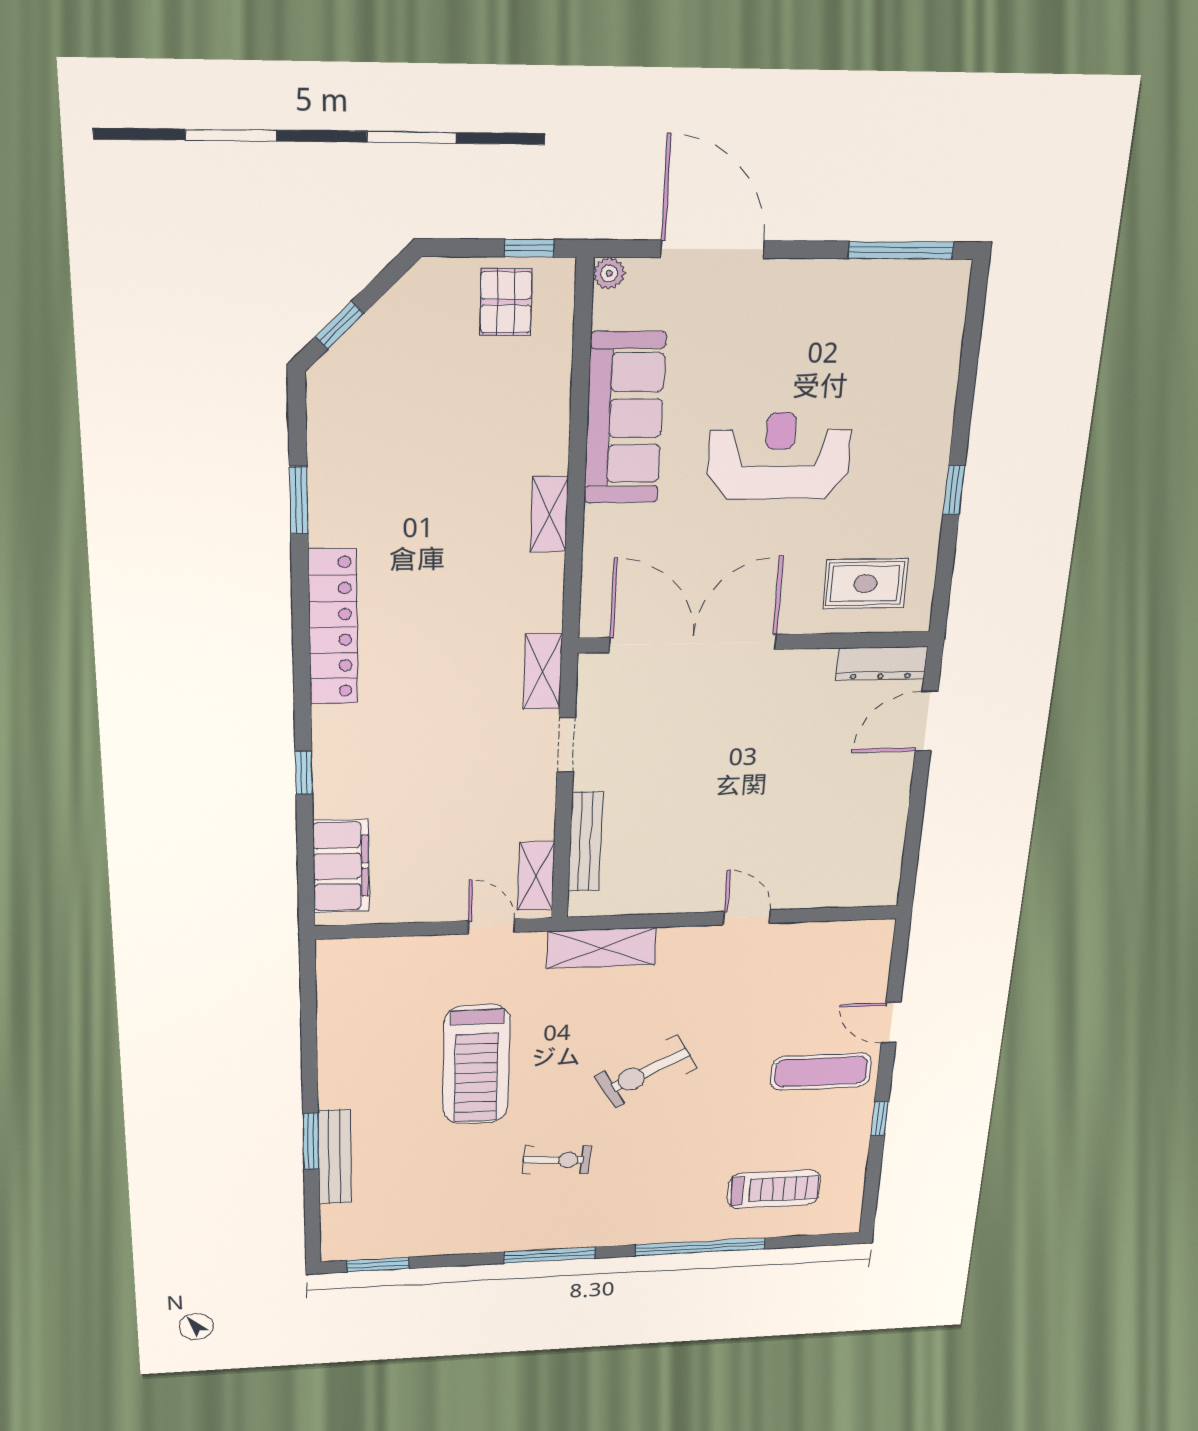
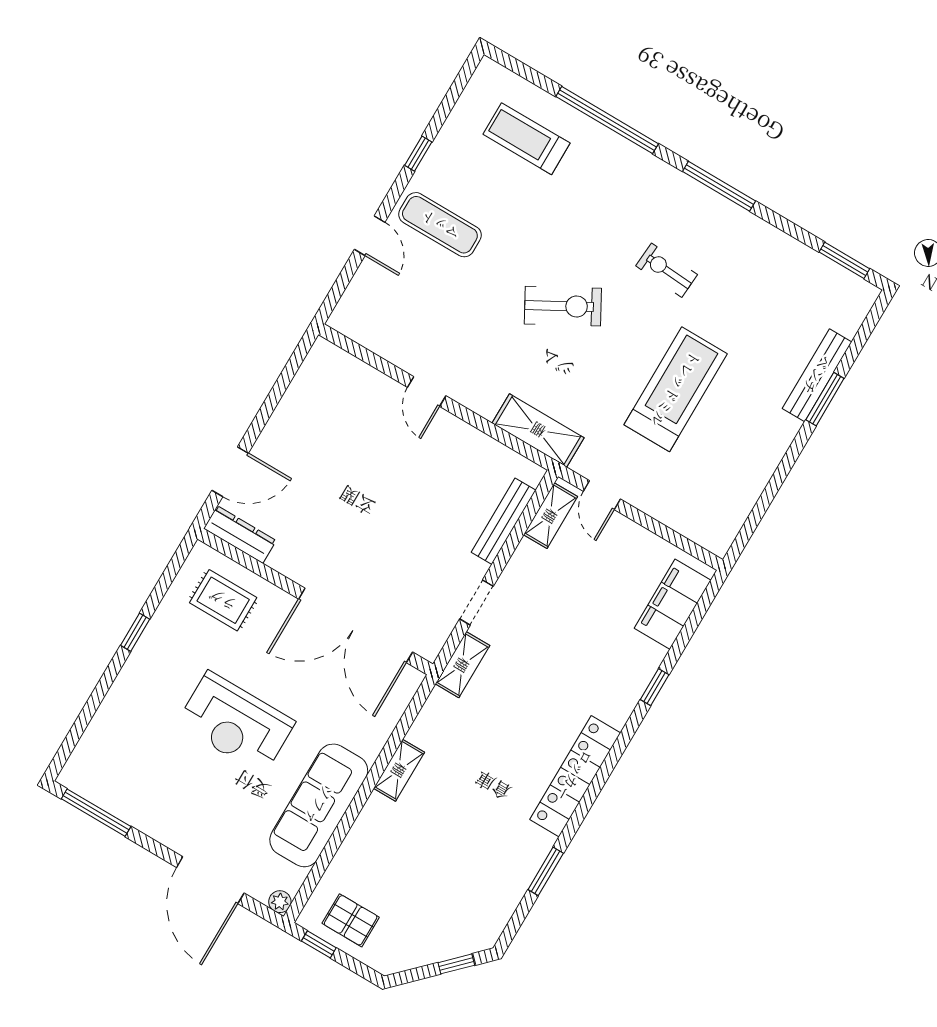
pallet: (506, 302) -> (351, 920), turned 90

